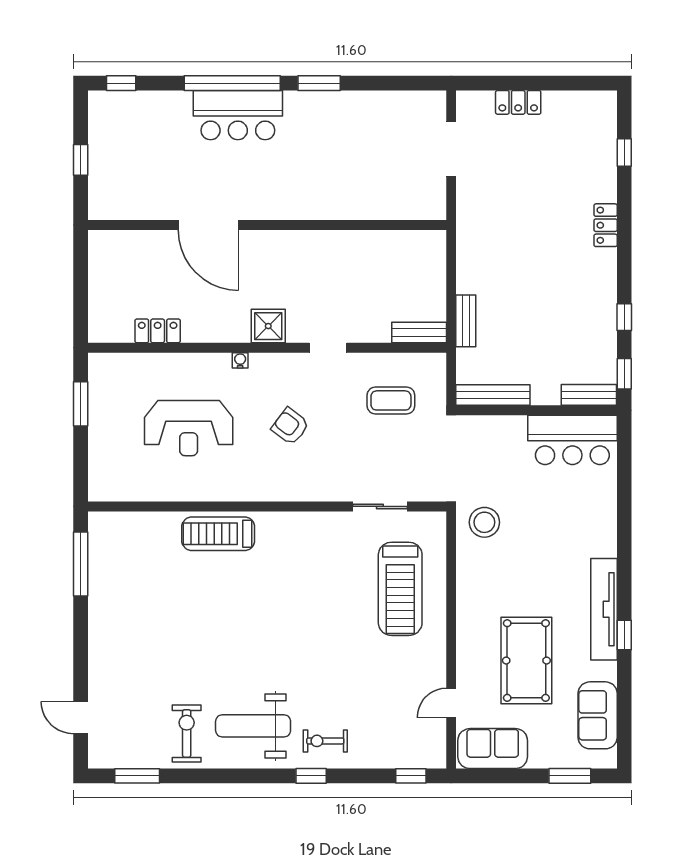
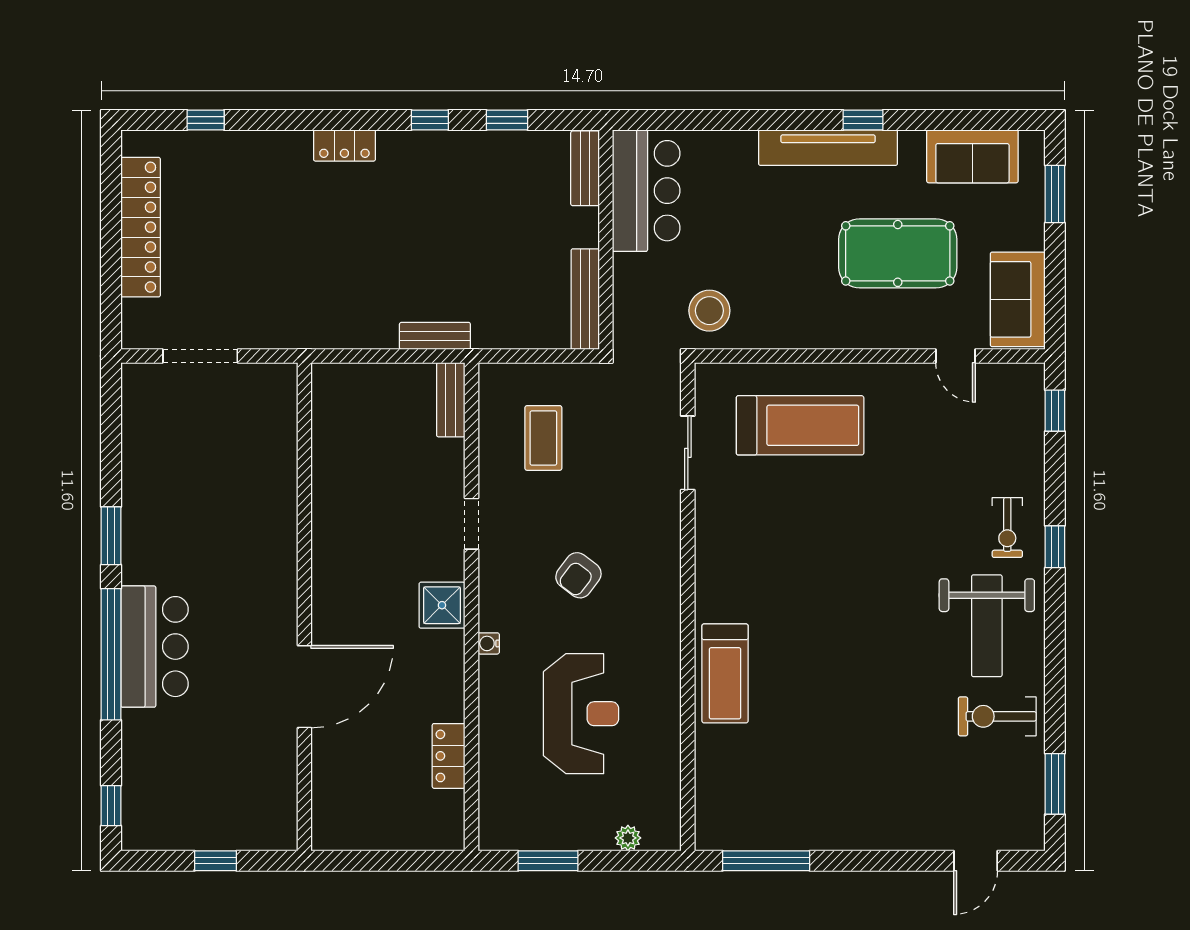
locker: (518, 102) -> (141, 227), width x2.16, depth x1.21
locker: (606, 225) -> (344, 145), moved
bench: (493, 395) -> (585, 299), moved
bench: (589, 395) -> (585, 168), moved
wall: (536, 410) -> (606, 240), moved
bar counter: (572, 440) -> (646, 191), moved
plant: (97, 463) -> (628, 838), added

